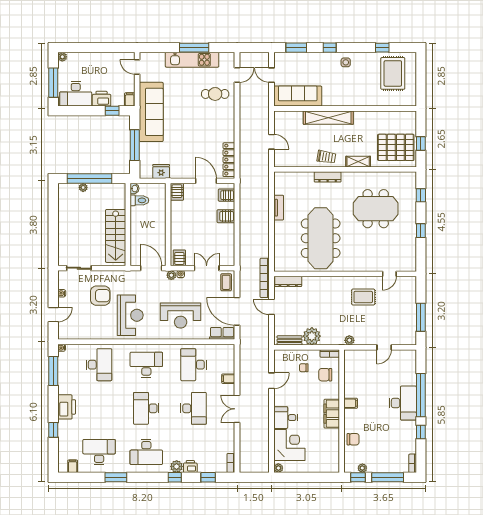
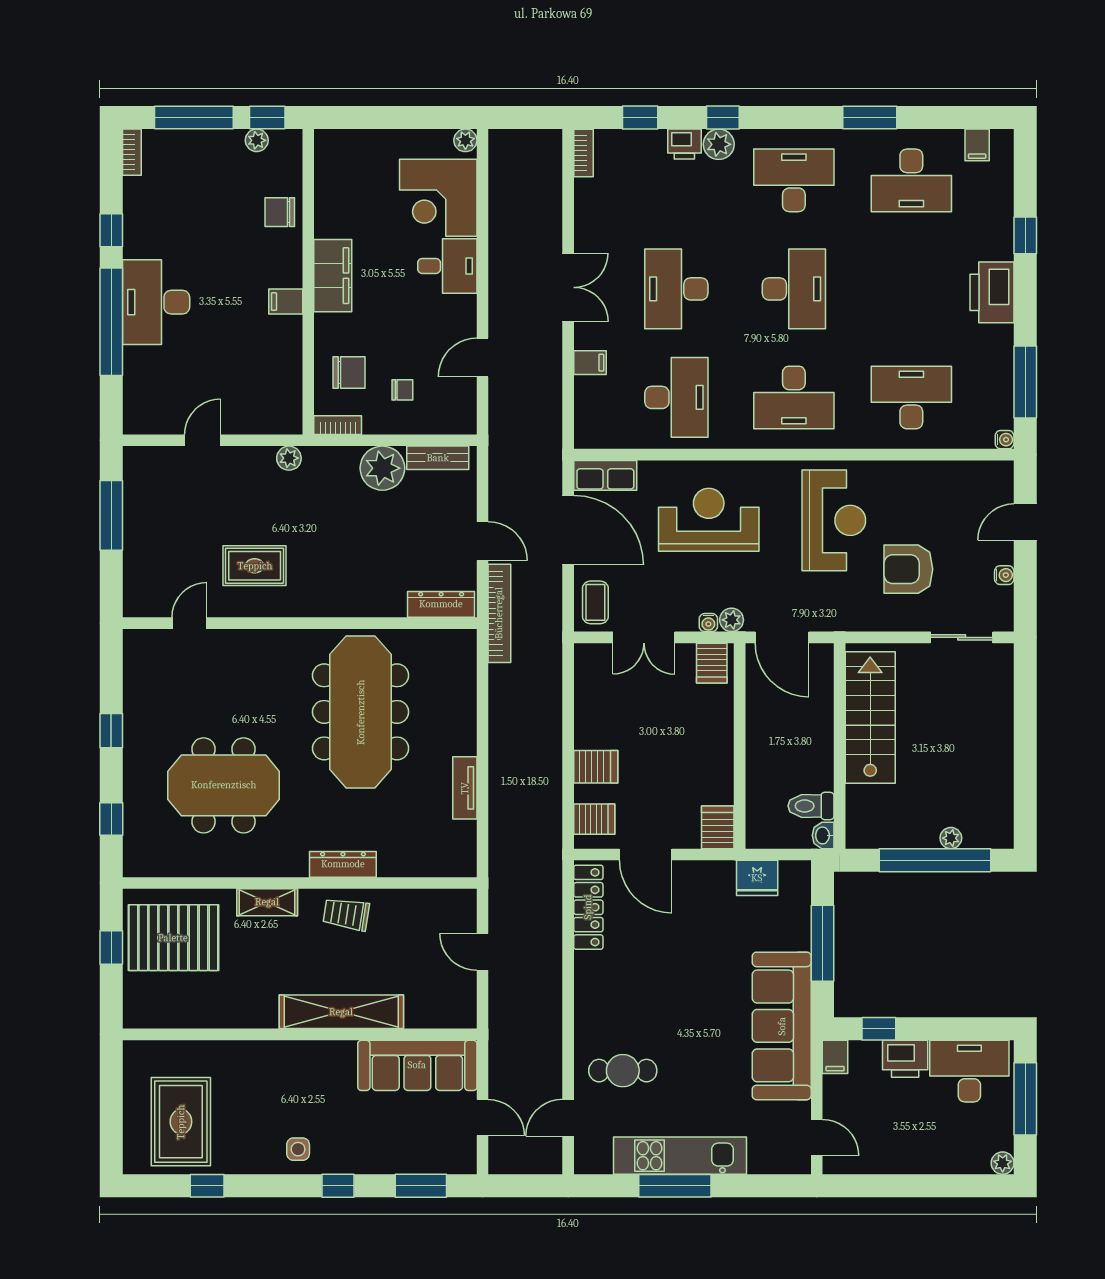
reception desk: (130, 315) -> (834, 520), turned 180
desk: (99, 365) -> (911, 397), turned 90

